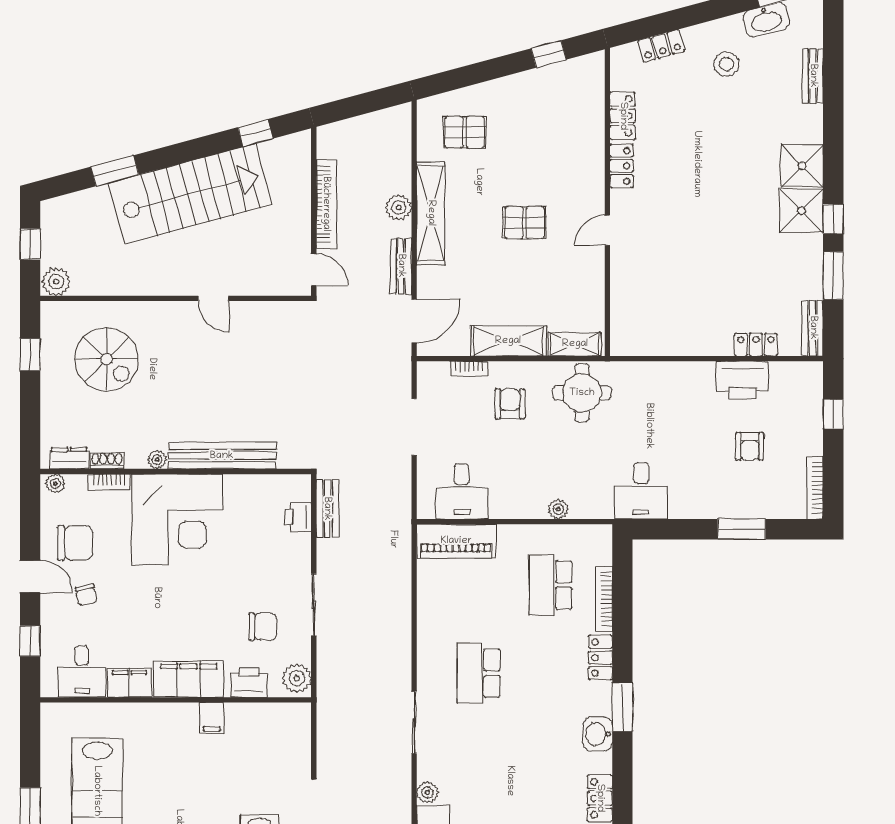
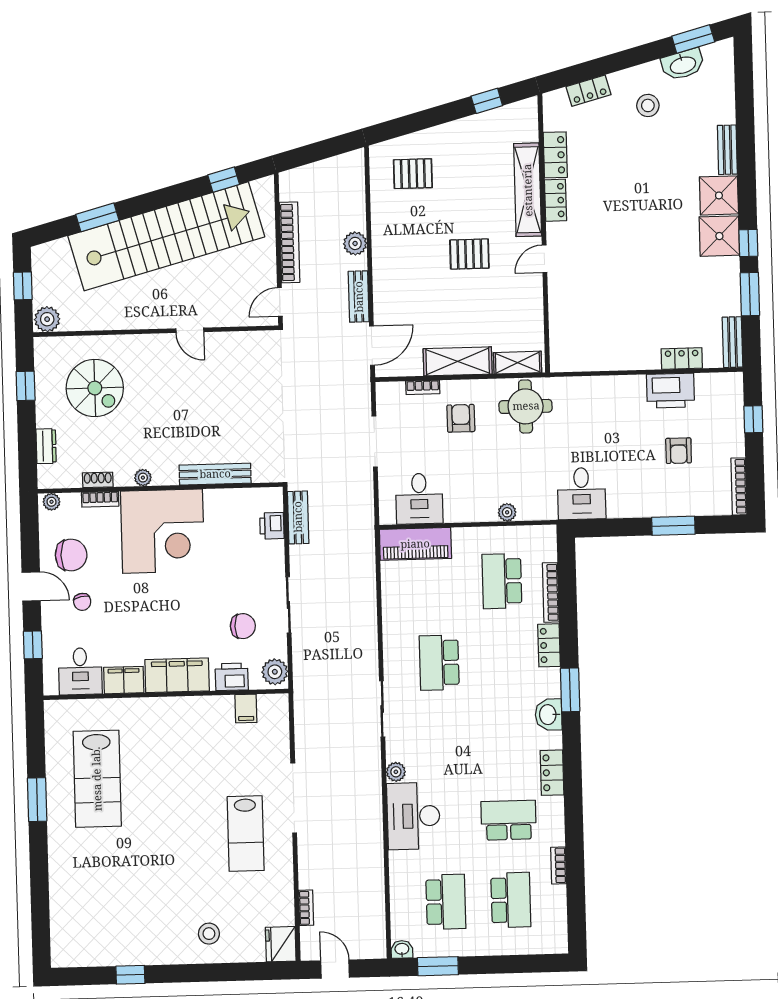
bench: (813, 76) -> (727, 150), moved
stairs: (190, 194) -> (166, 236), width x1.36
shelving: (431, 213) -> (528, 190), moved
door: (314, 270) -> (280, 302), swing flipped
bench: (222, 456) -> (215, 474), width x0.73, depth x0.82
dresser: (69, 458) -> (46, 446), moved, turned 90
filing cabinet: (212, 718) -> (246, 709), moved

